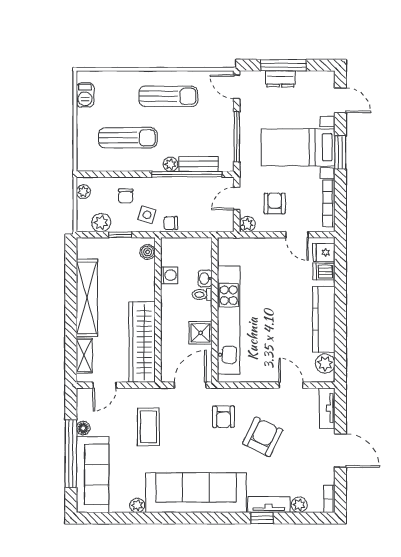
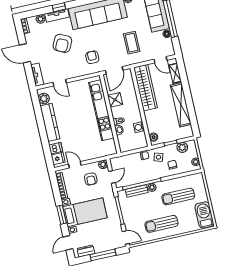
dresser: (280, 79) -> (86, 251), moved
barbecue: (85, 95) -> (204, 215), width x1.88, depth x1.53
door: (340, 100) -> (68, 243), hinge flipped
door: (105, 385) -> (160, 60), swing flipped
armchair: (263, 437) -> (62, 43), moved

